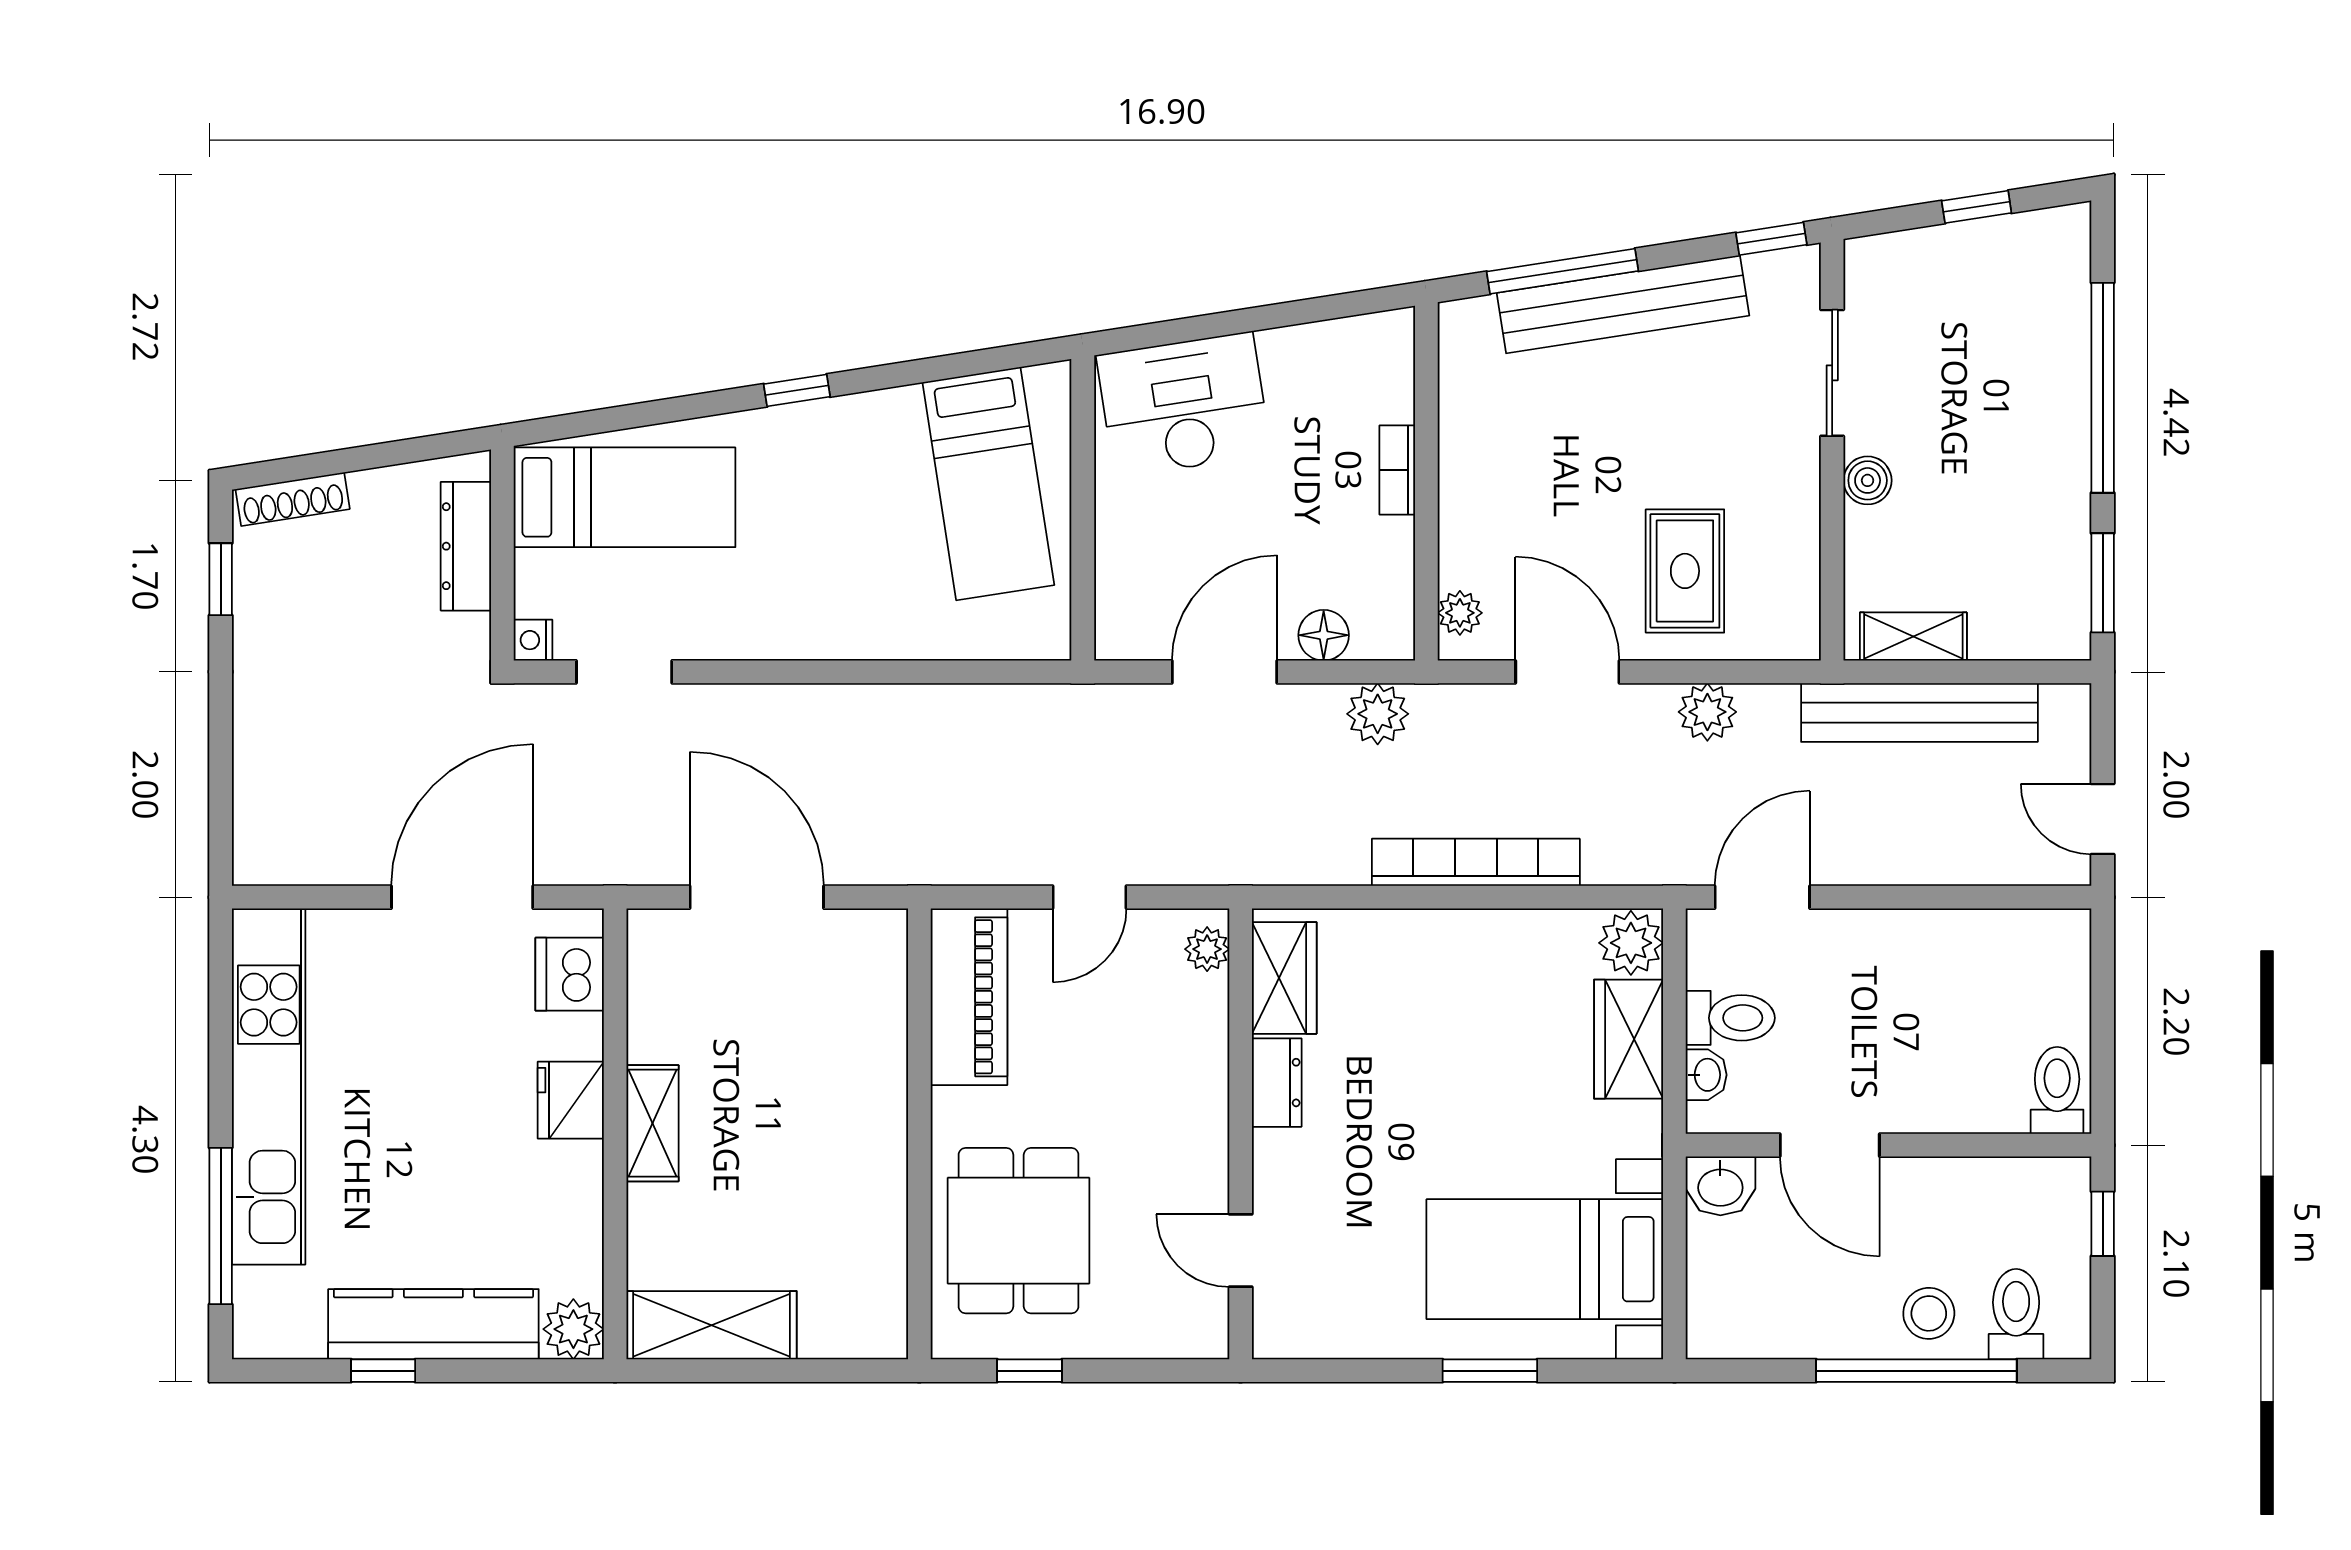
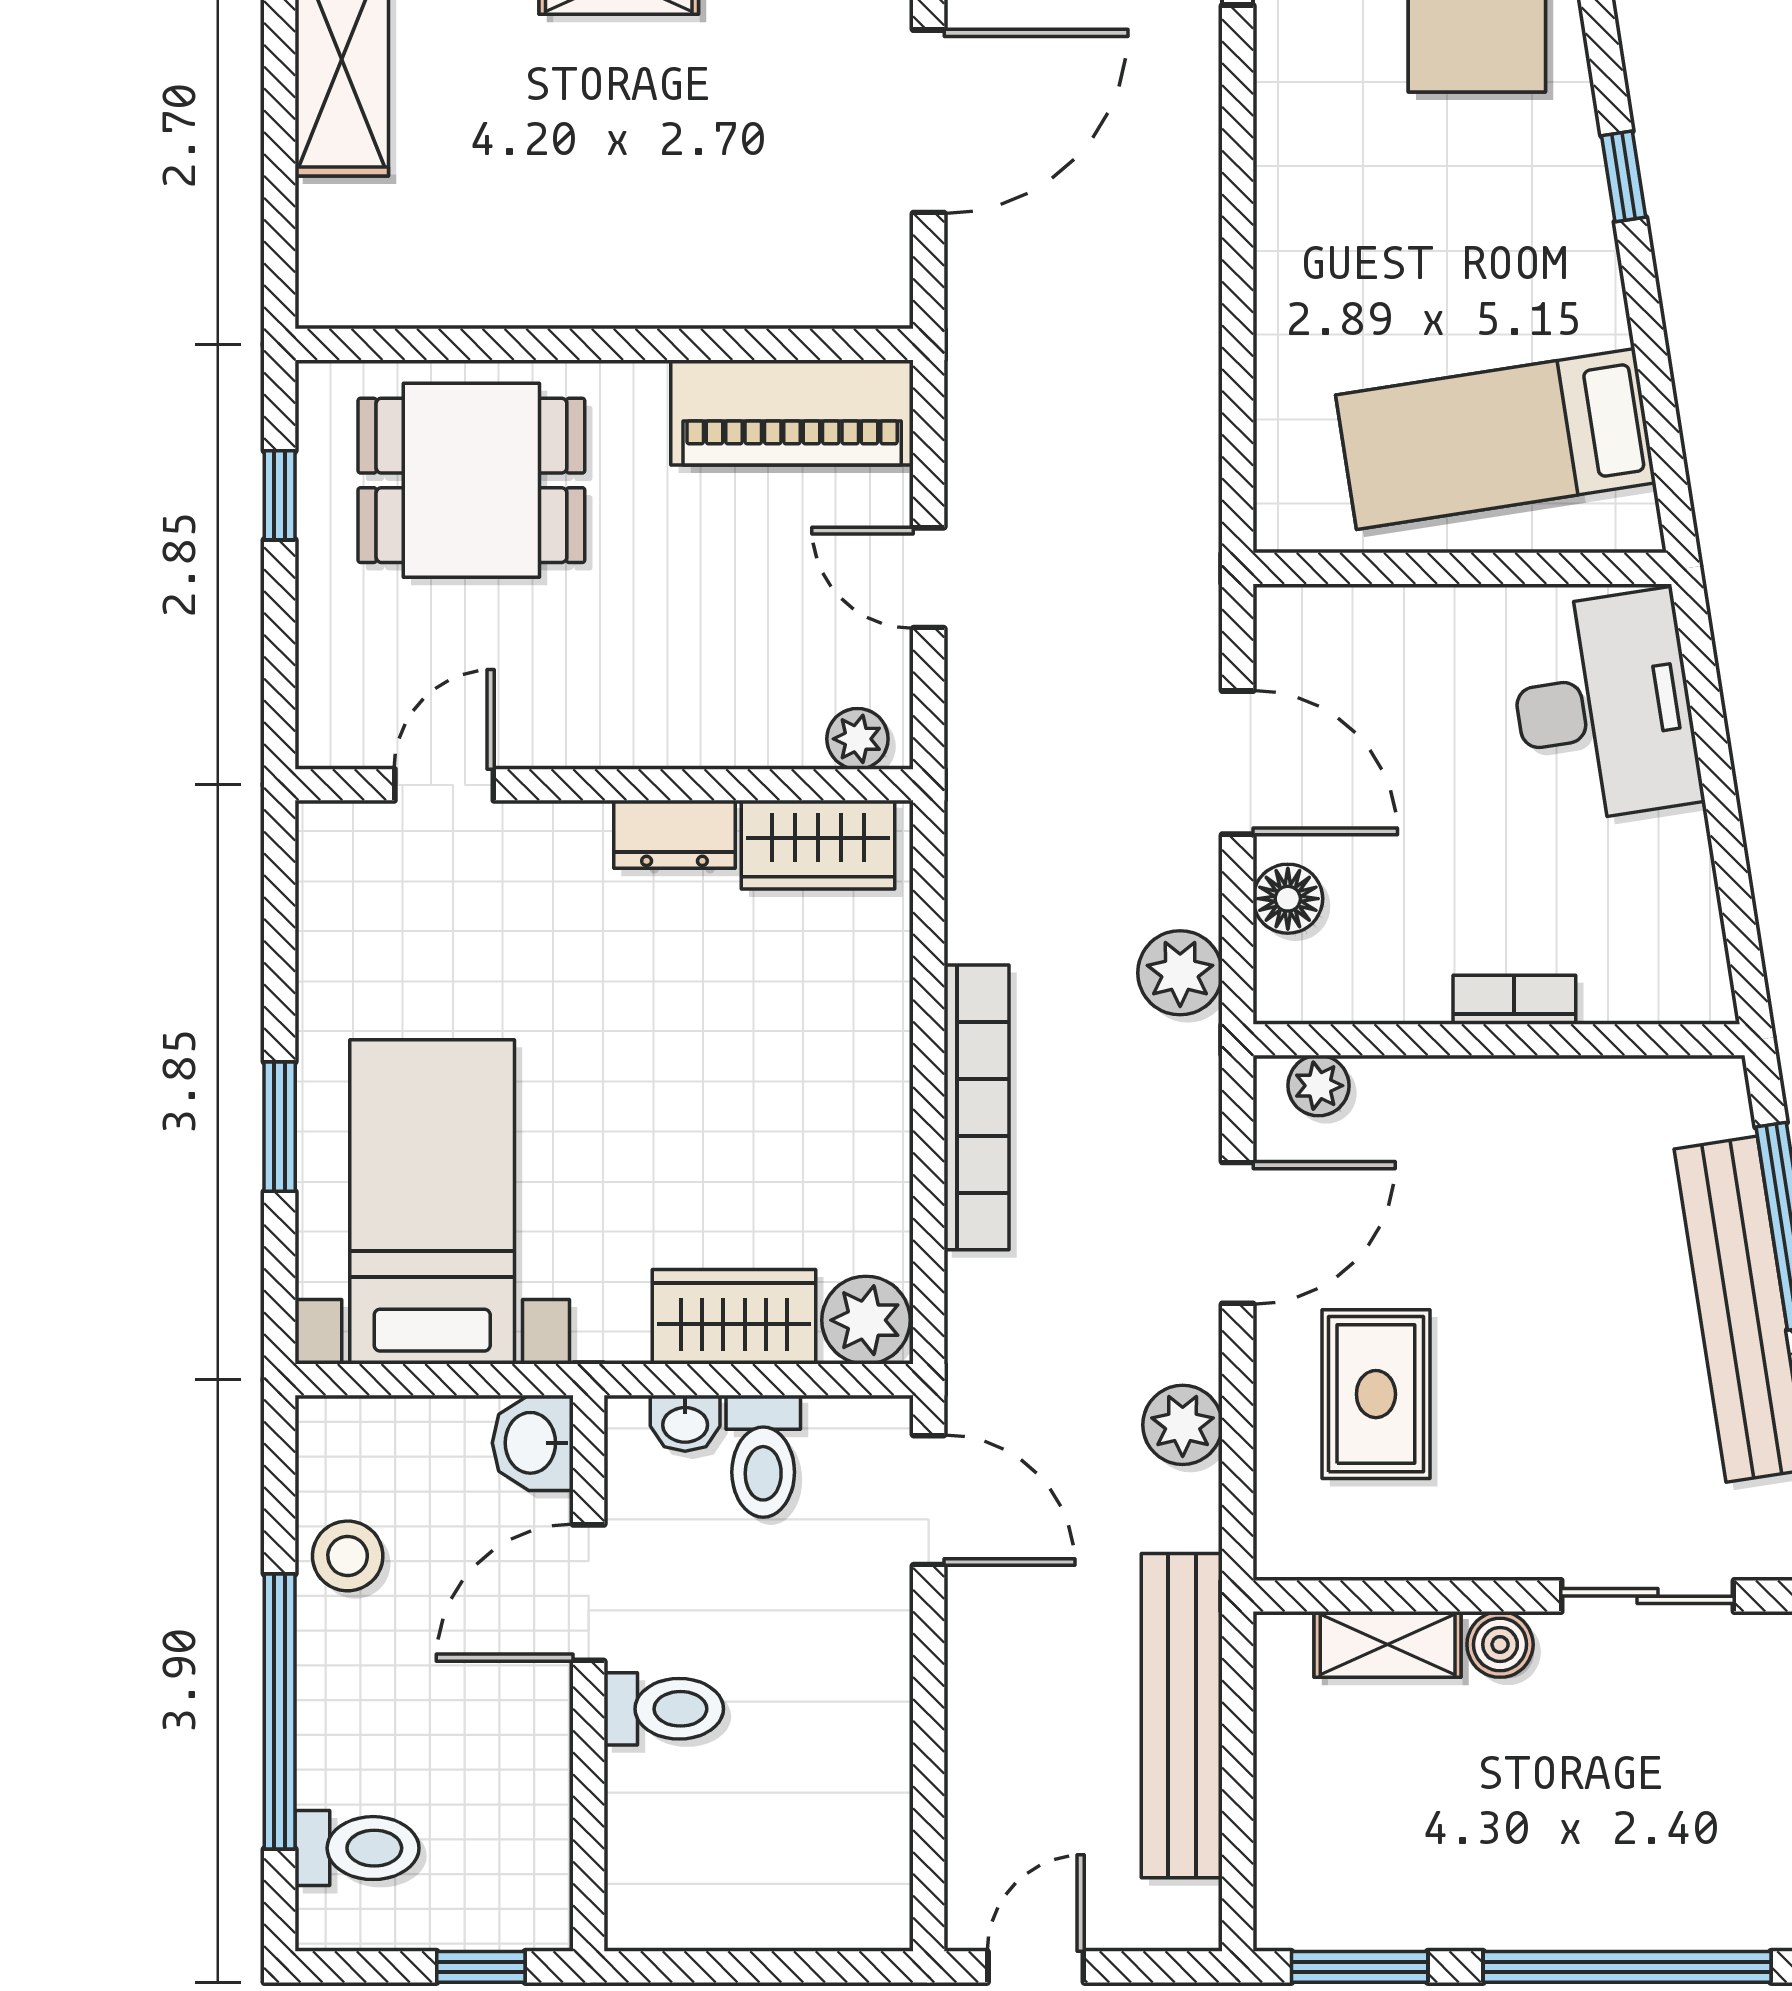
rug: (1685, 571) -> (1376, 1394), turned 90
shelving: (1913, 636) -> (1388, 1644), moved, turned 90
toilet: (2057, 1090) -> (664, 1709), moved
stool: (1929, 1313) -> (348, 1556), moved

